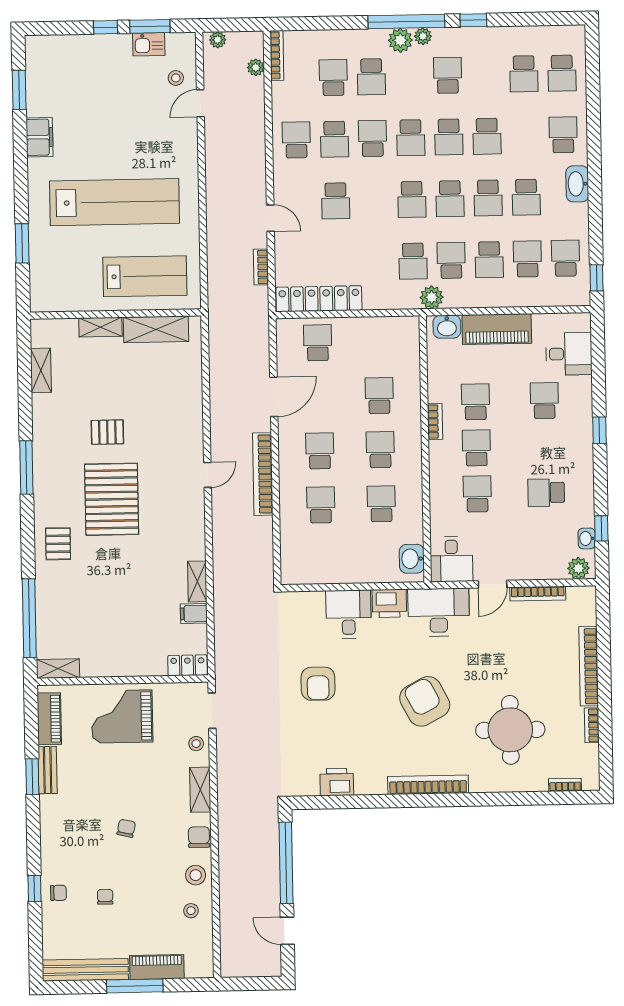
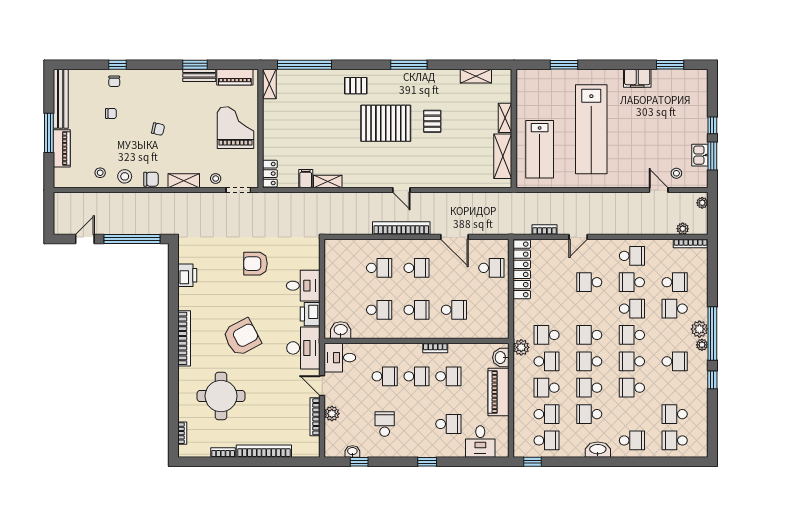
plant: (578, 568) -> (332, 414), moved

